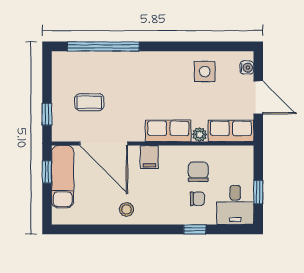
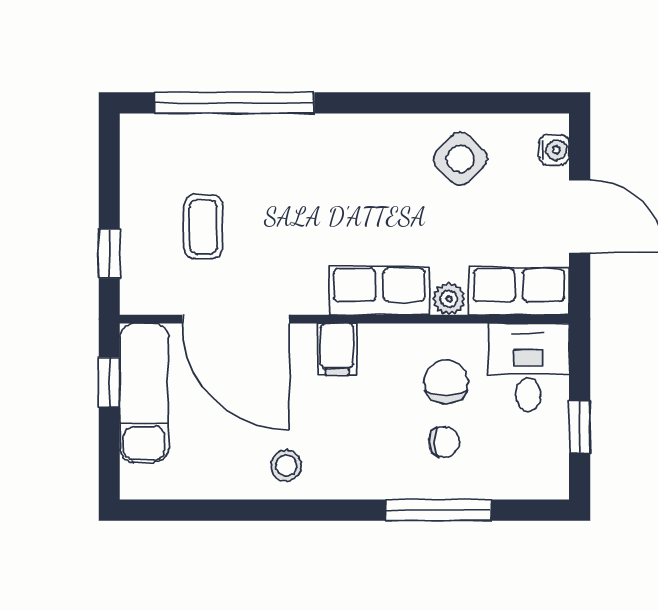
side table: (205, 72) -> (460, 159), turned 45
coffee table: (89, 102) -> (203, 227), turned 90
desk: (235, 205) -> (528, 367), moved, turned 180
window: (195, 229) -> (438, 510), width x2.17

